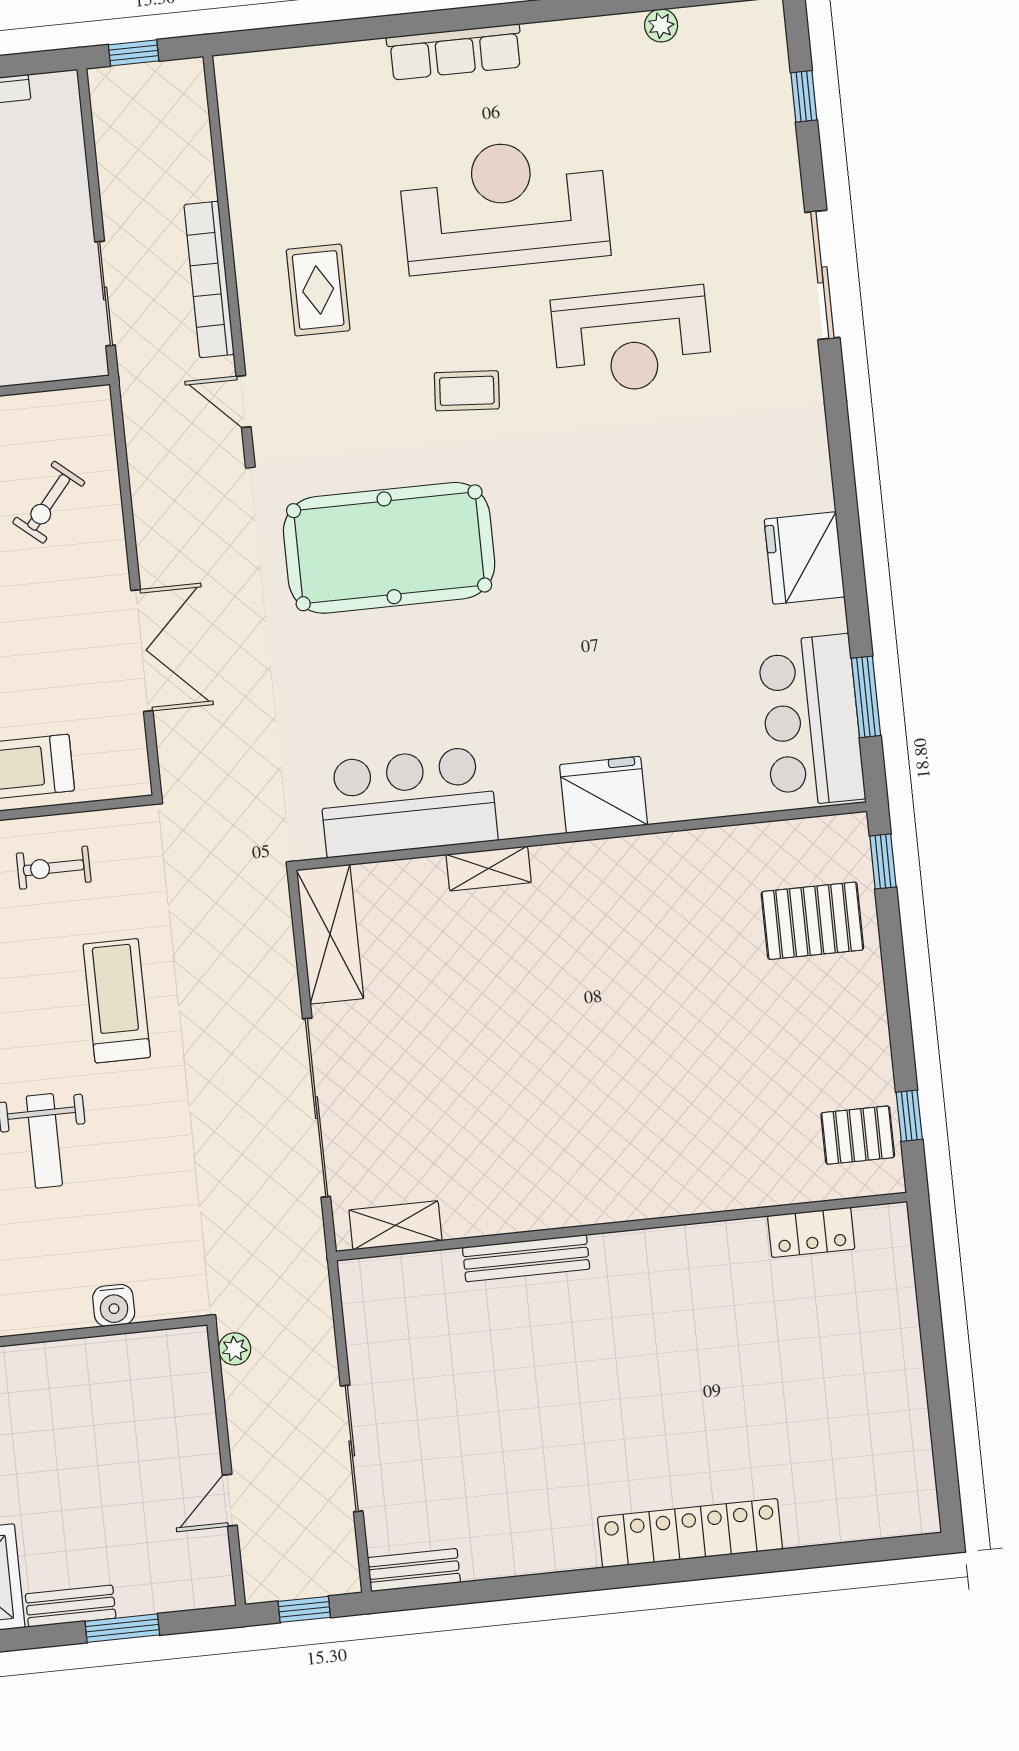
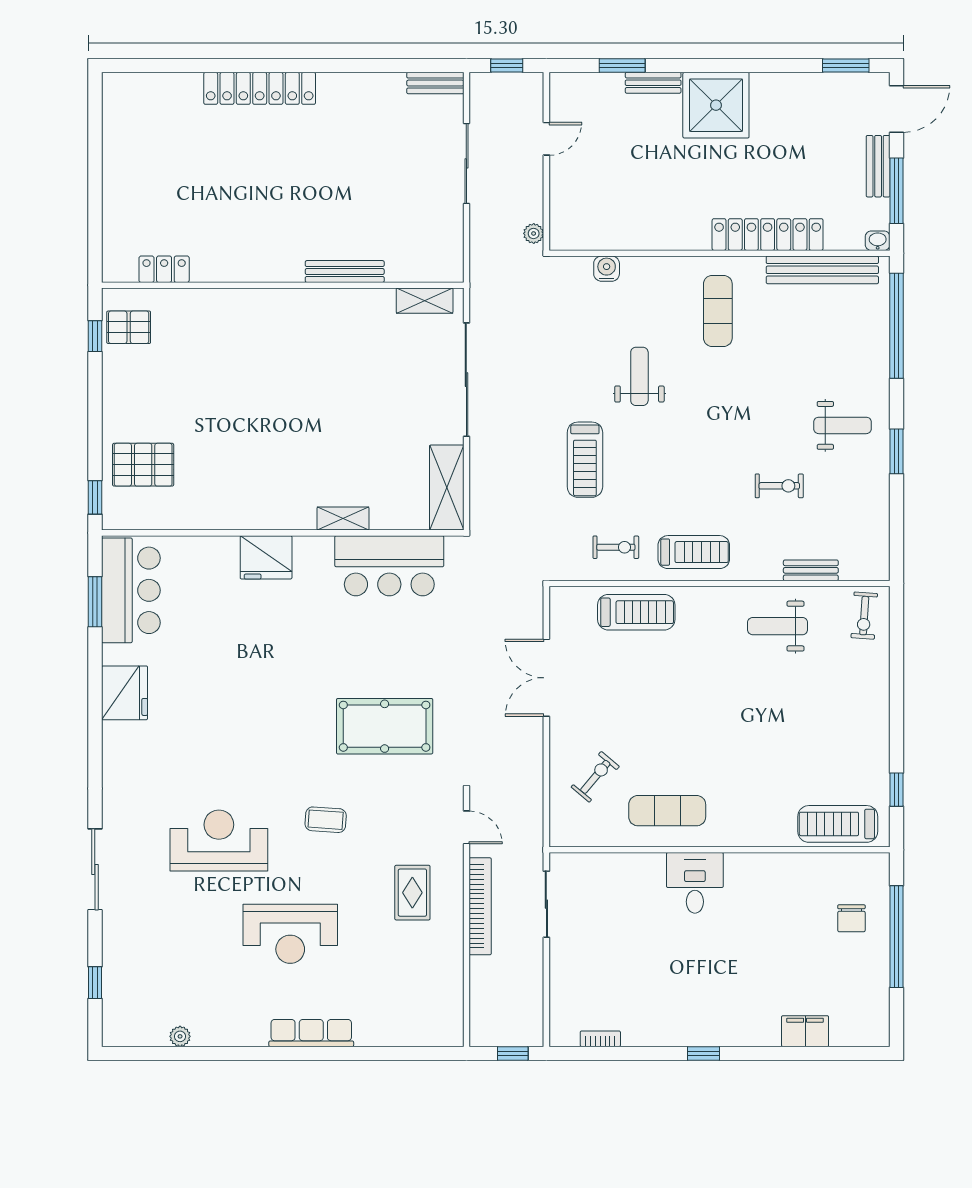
reception desk: (504, 205) -> (290, 934), width x0.74, depth x0.77
pool table: (389, 548) -> (385, 726), width x0.73, depth x0.76

